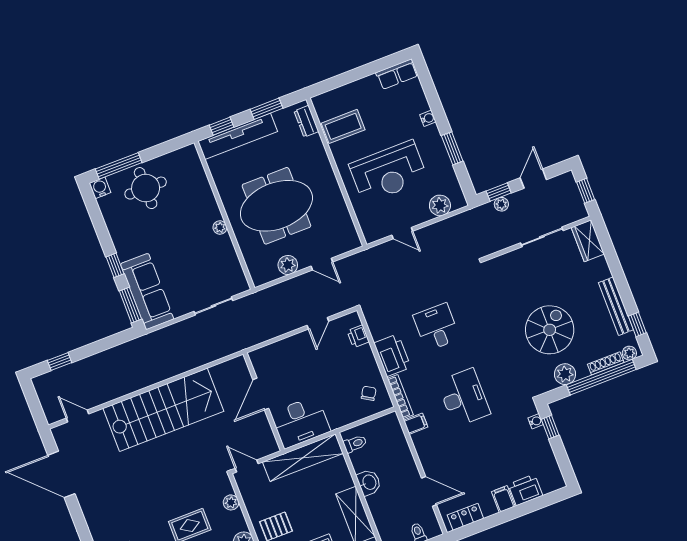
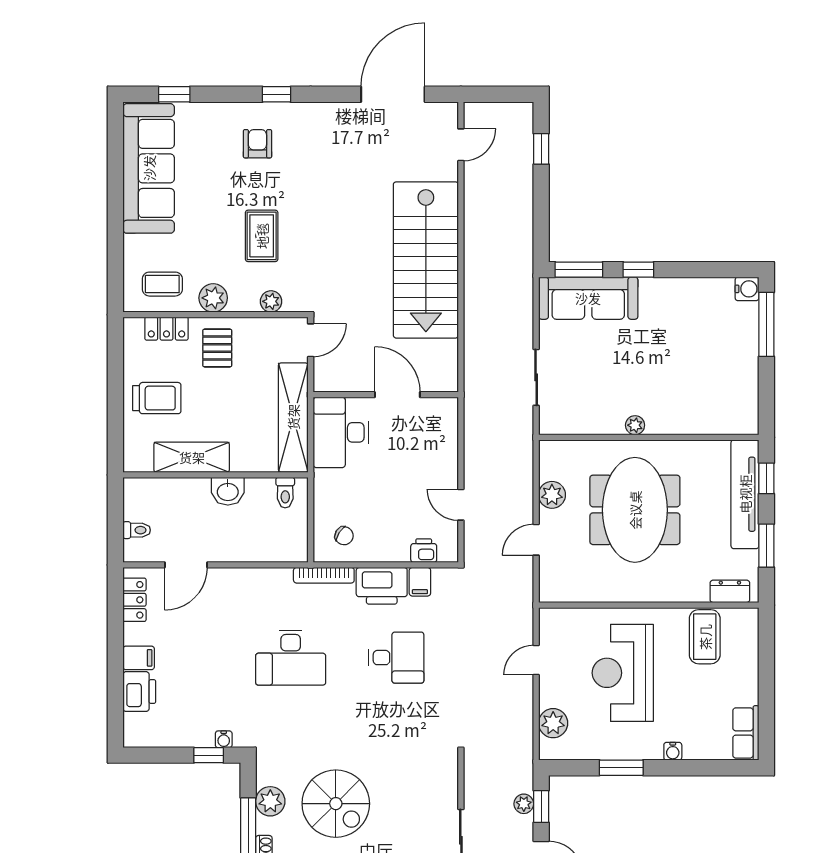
round table: (146, 188) -> (724, 348), removed
filing cabinet: (416, 424) -> (420, 582), moved

